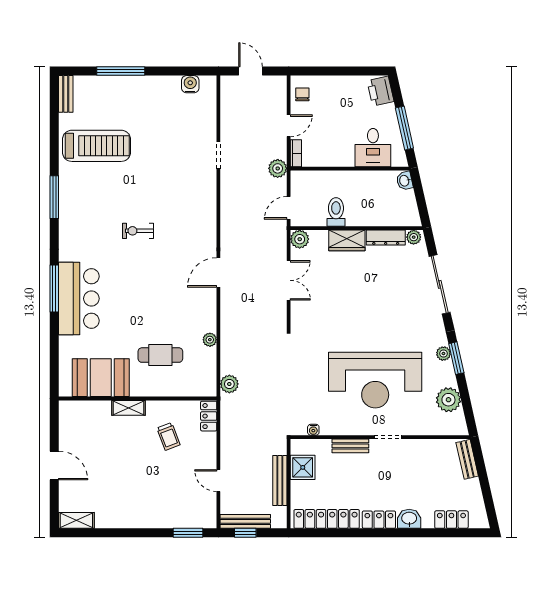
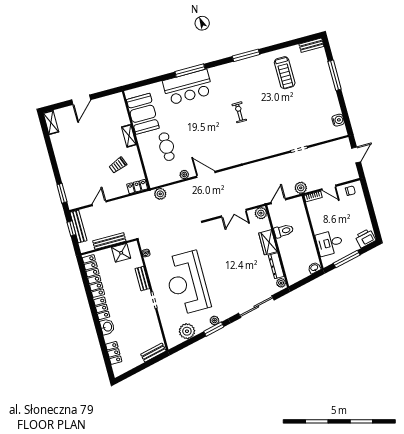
treadmill: (97, 146) -> (285, 73), width x0.73, depth x0.73
door: (289, 208) -> (278, 201), hinge flipped
door: (218, 272) -> (206, 174), moved

